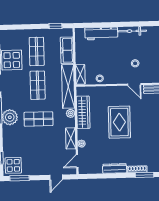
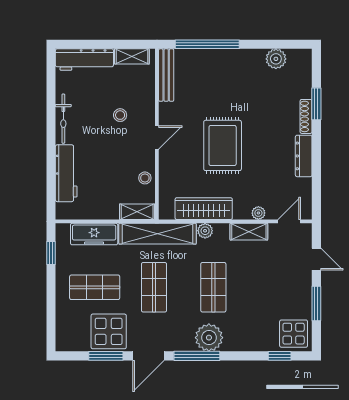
door: (134, 84) -> (157, 138), moved
shop shelf: (38, 85) -> (154, 287), turned 90
rug: (119, 122) -> (223, 145), turned 90
door: (77, 161) -> (289, 221), swing flipped
window: (19, 178) -> (316, 304), moved

